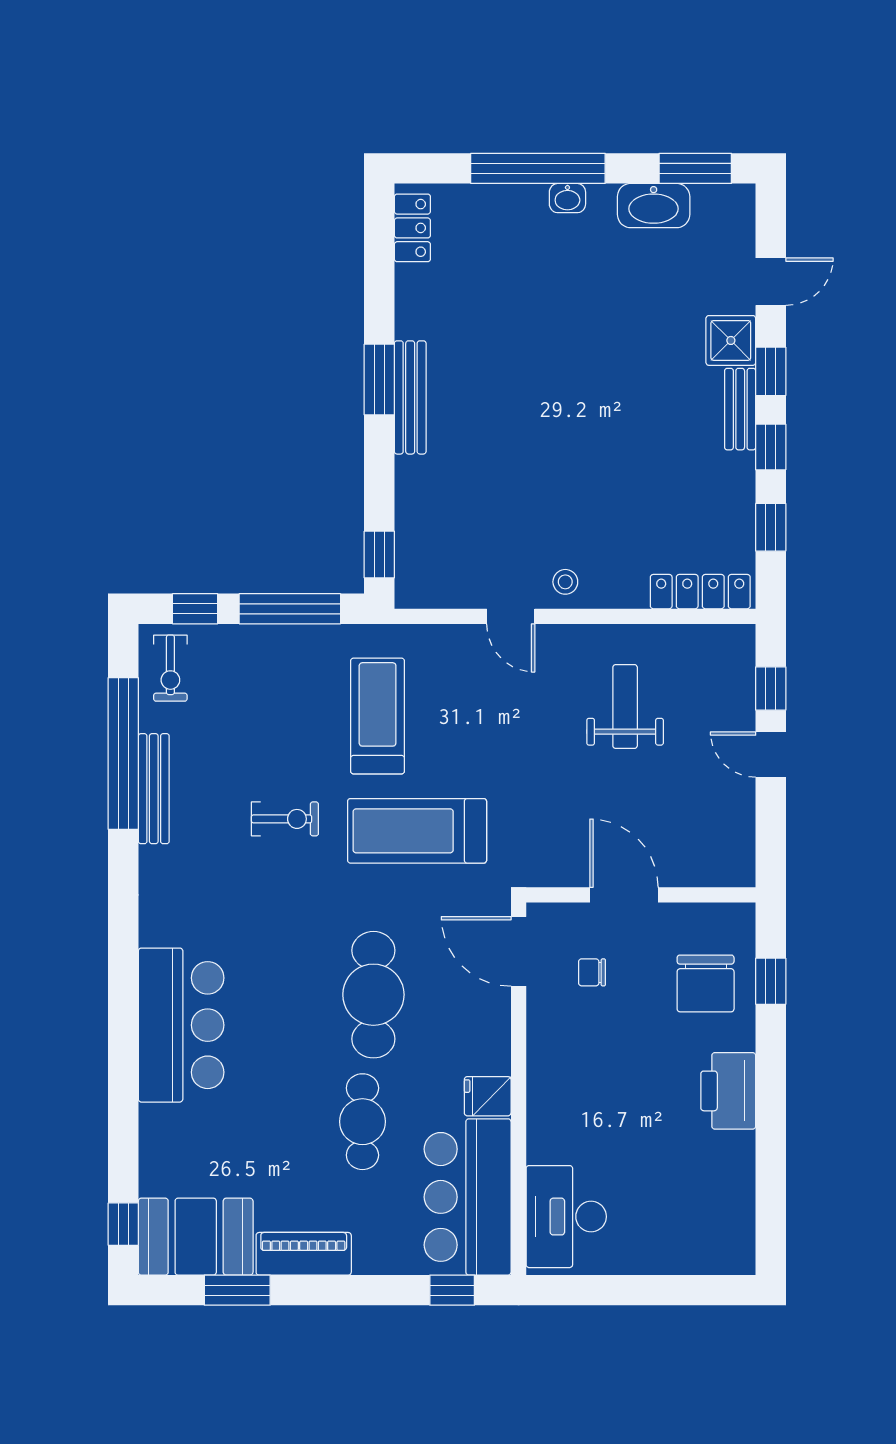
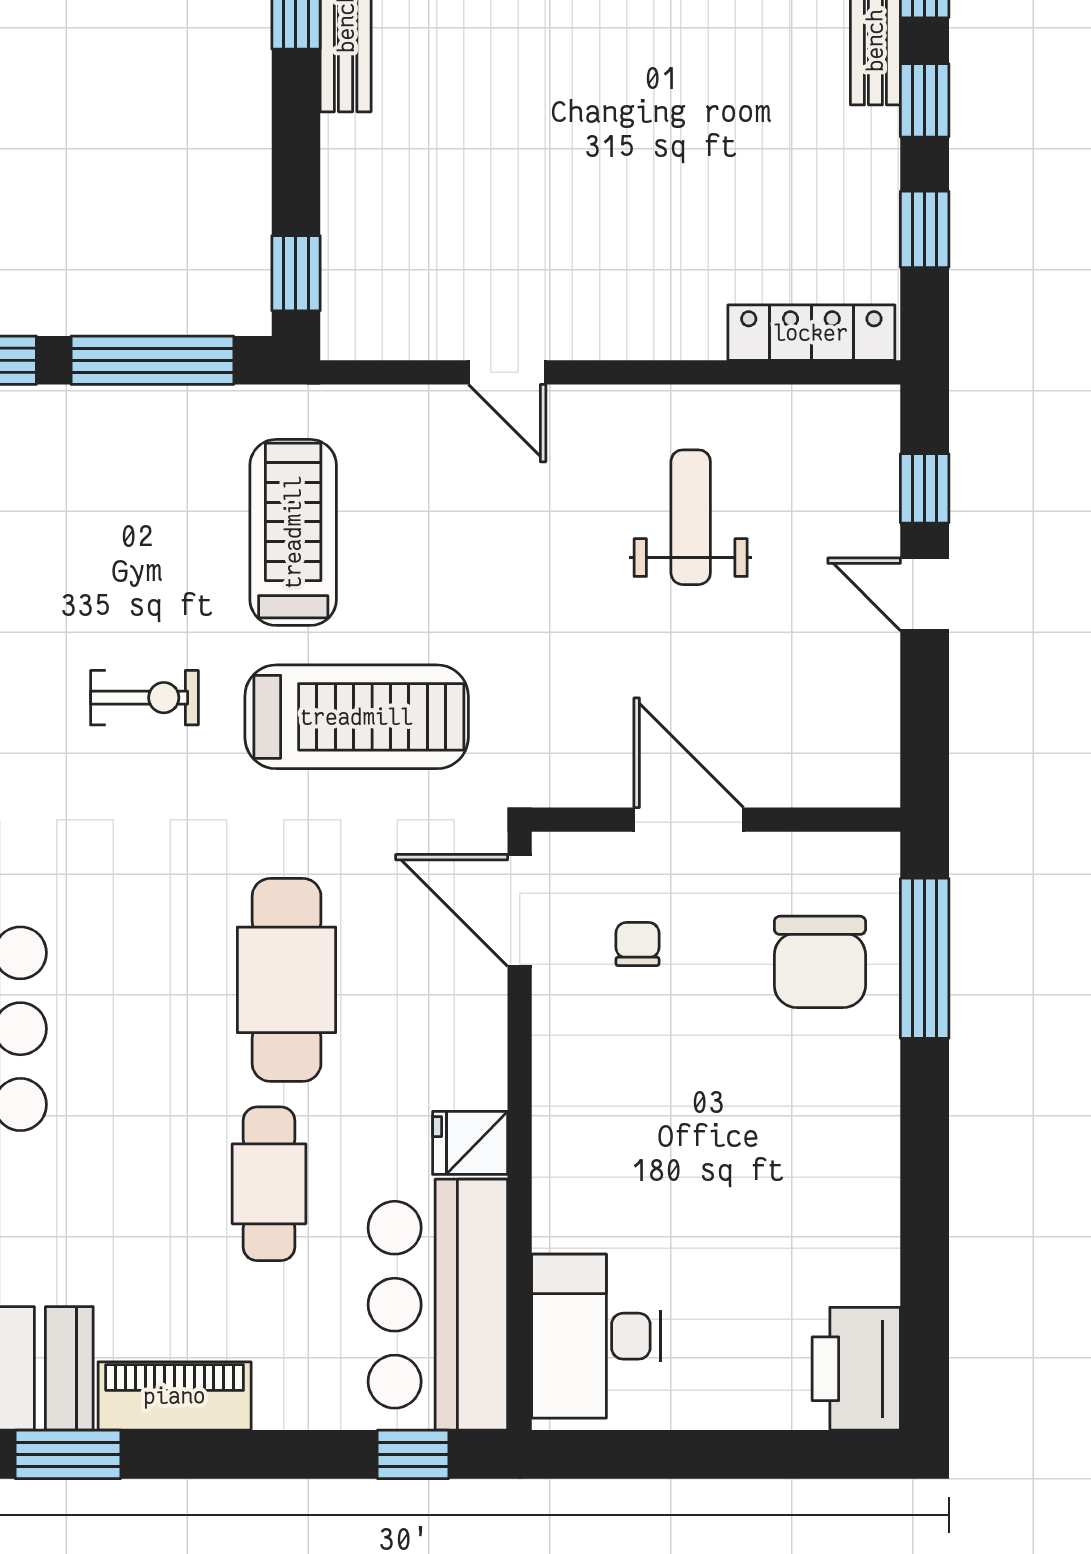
stool: (565, 582) -> (595, 317), removed
treadmill: (417, 831) -> (357, 717), turned 180
chair: (592, 972) -> (637, 944), turned 90
window: (771, 981) -> (925, 958), width x2.17
printer: (728, 1091) -> (856, 1369), moved

